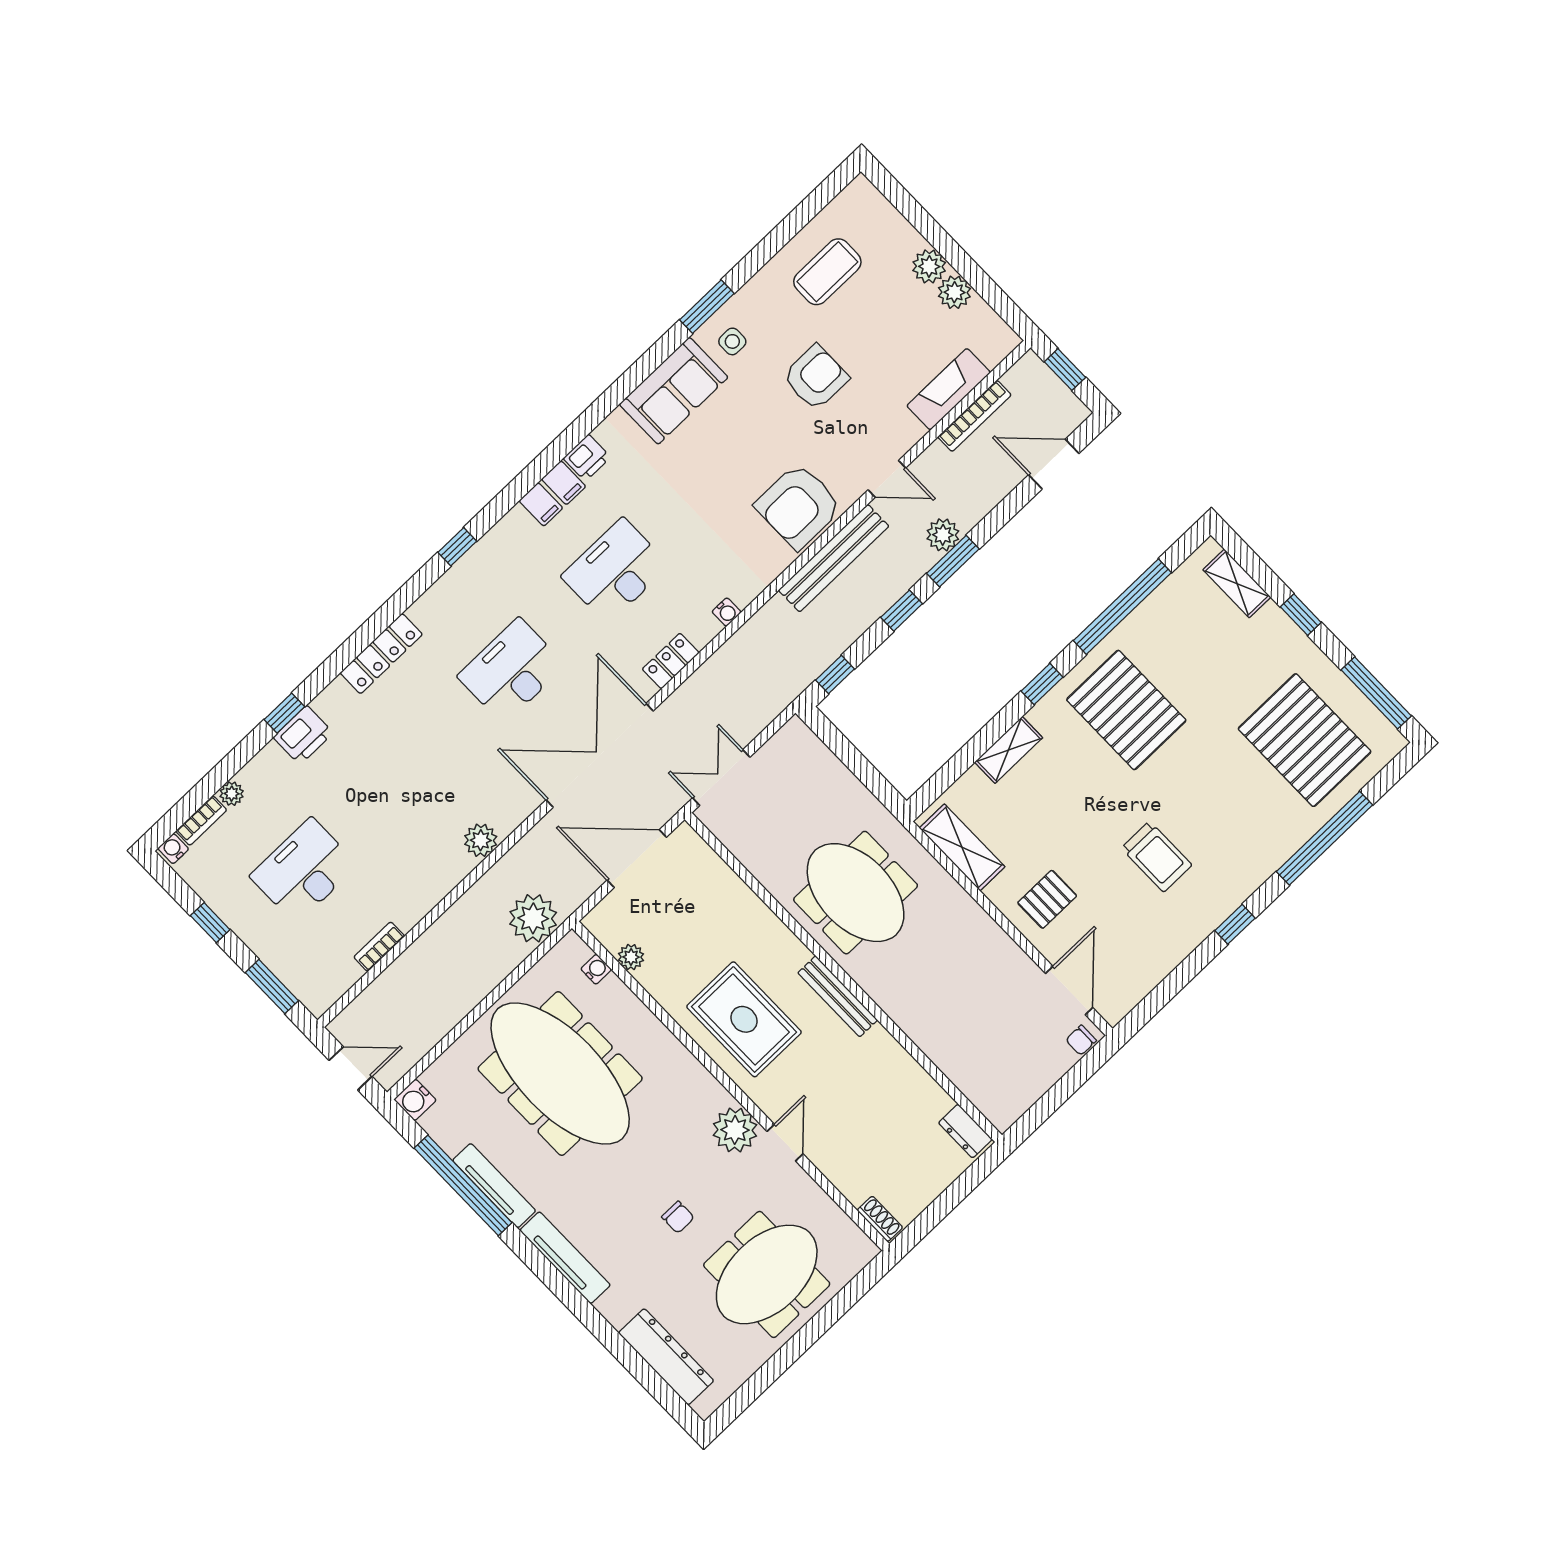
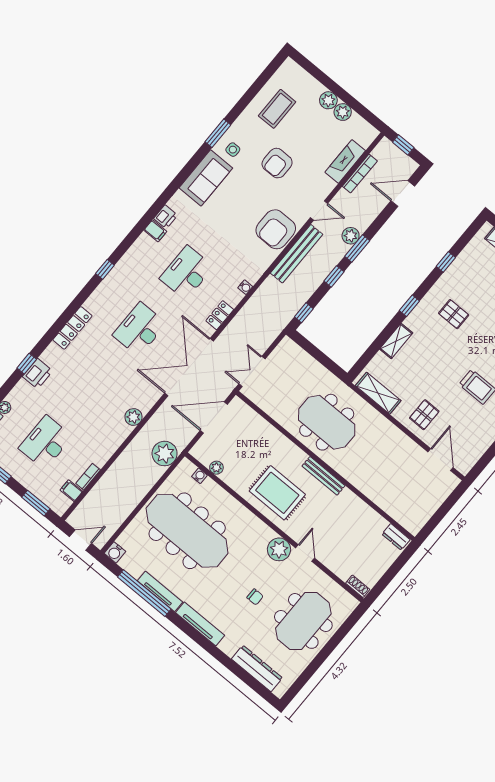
armchair: (816, 377) -> (277, 163), turned 180
filing cabinet: (541, 504) -> (71, 491), moved, turned 180
window: (1122, 607) -> (446, 262), width x0.32
pallet: (1126, 710) -> (454, 314), width x0.49, depth x0.50
chair: (1081, 1040) -> (449, 484), removed

